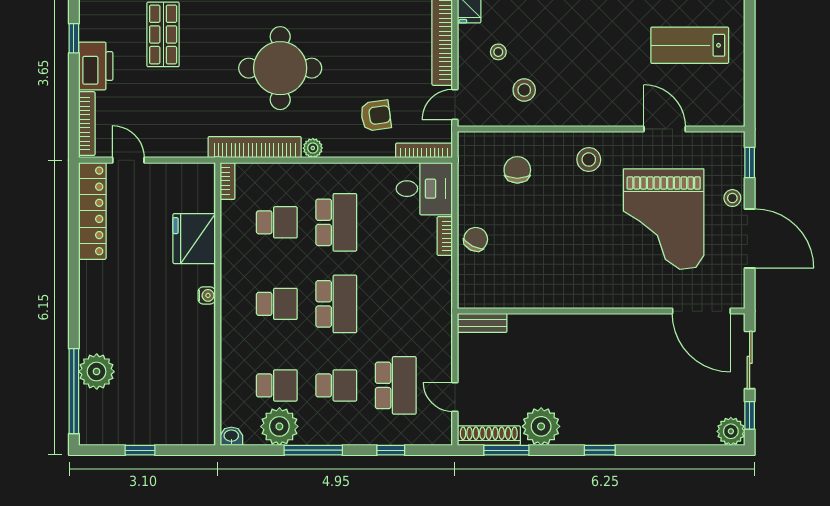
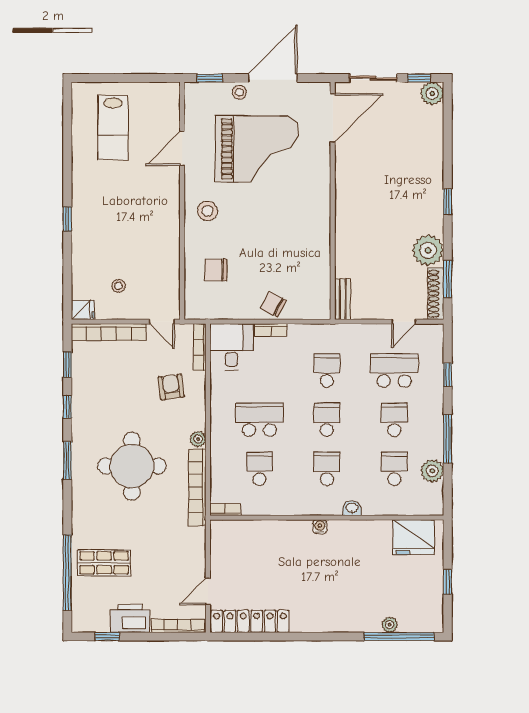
stool: (524, 90) -> (150, 264), removed
fridge: (194, 239) -> (414, 537), moved
school desk: (336, 304) -> (327, 420), width x0.54
school desk: (396, 304) -> (327, 370), added
plant: (97, 372) -> (390, 625), width x0.53, depth x0.53
plant: (279, 426) -> (432, 471), width x0.73, depth x0.73
washbasin: (231, 436) -> (352, 508), moved, turned 90

